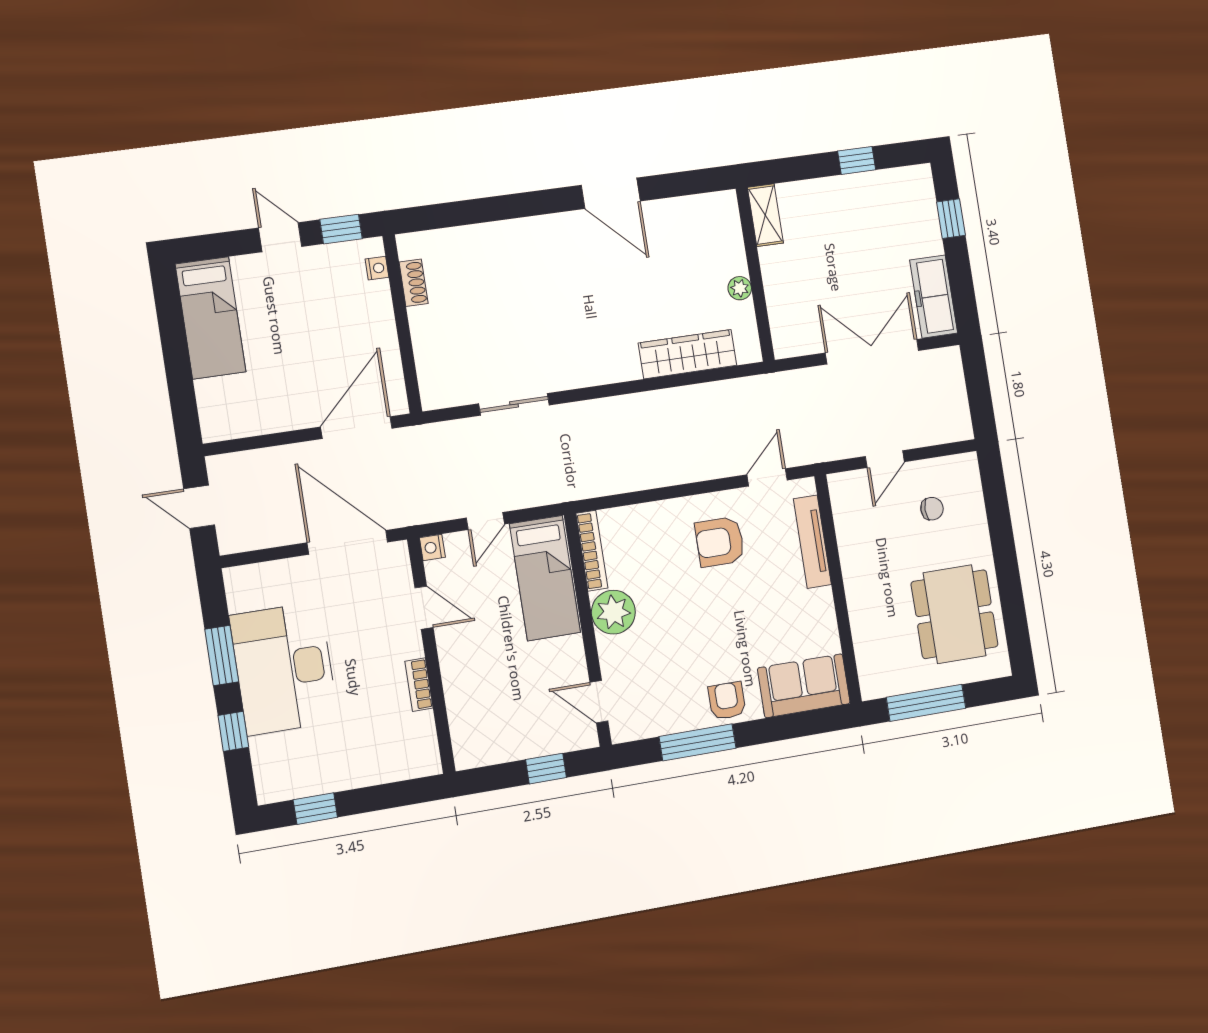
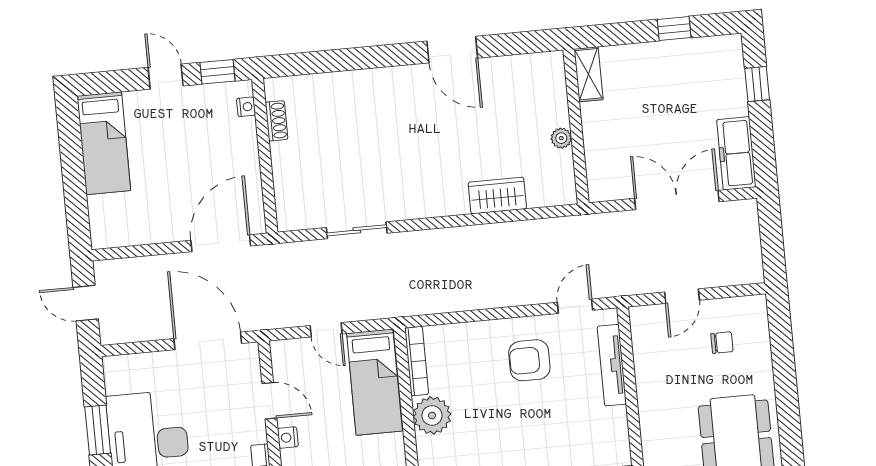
wardrobe: (688, 354) -> (497, 195), width x0.67
door: (485, 521) -> (326, 330), hinge flipped
nightstand: (432, 547) -> (288, 438), moved

